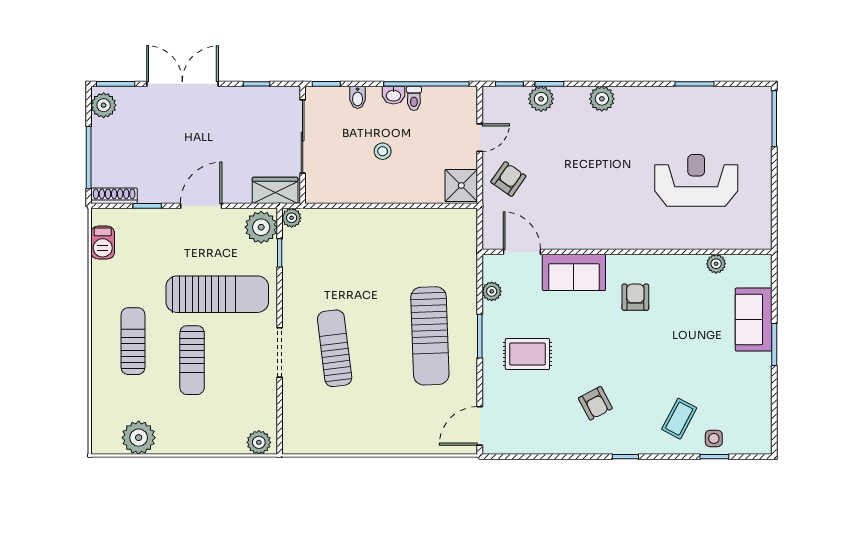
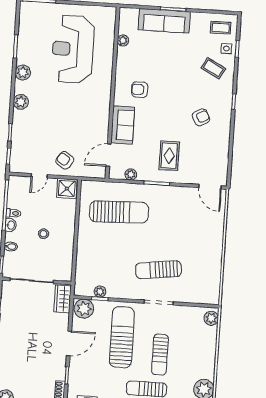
plant: (541, 99) -> (23, 73), moved
door: (480, 138) -> (39, 176), swing flipped
reception desk: (696, 180) -> (73, 49), width x1.36, depth x1.30
door: (201, 206) -> (69, 343), swing flipped
plant: (292, 218) -> (100, 292), moved
sofa: (754, 319) -> (164, 21), width x1.36
sun lounger: (430, 336) -> (119, 212), moved
sun lounger: (192, 360) -> (160, 355), turned 90
coffee table: (748, 426) -> (221, 28), added

